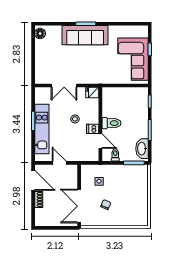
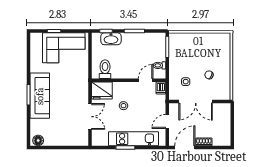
fridge: (92, 93) -> (102, 91), width x1.88, depth x1.34
toilet: (112, 123) -> (105, 69), moved
dishwasher: (93, 129) -> (161, 88), moved
washbasin: (142, 149) -> (111, 39), moved
double door: (79, 206) -> (196, 102), moved

